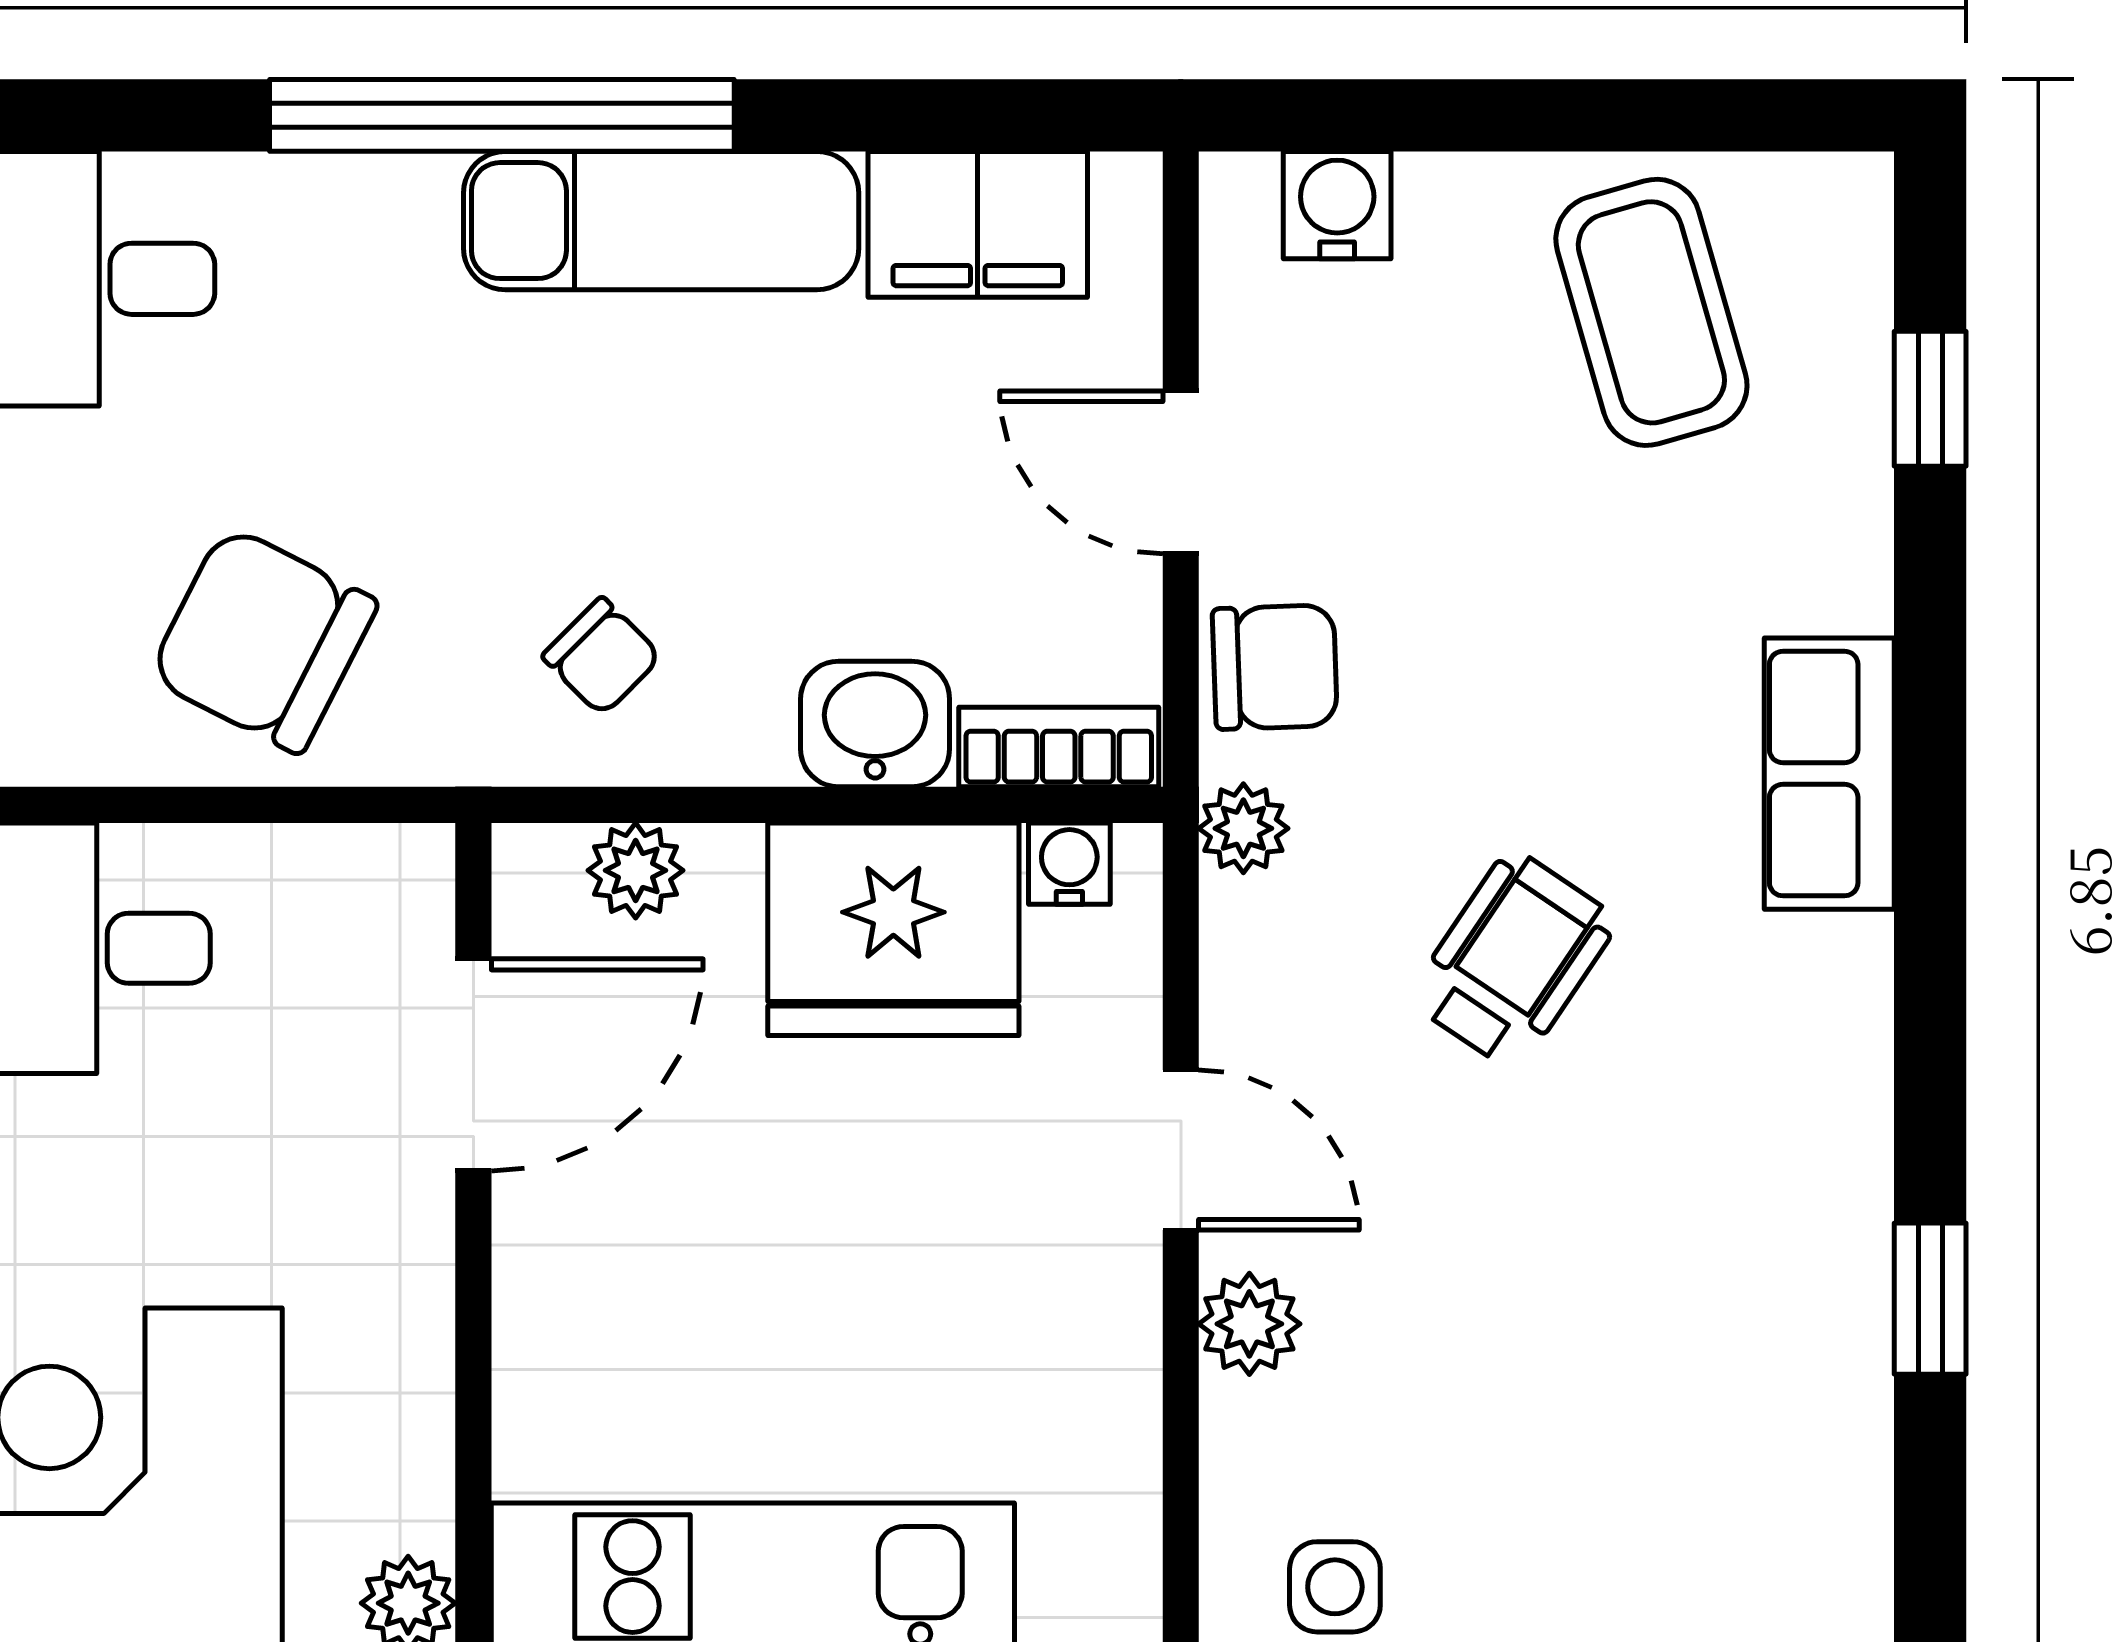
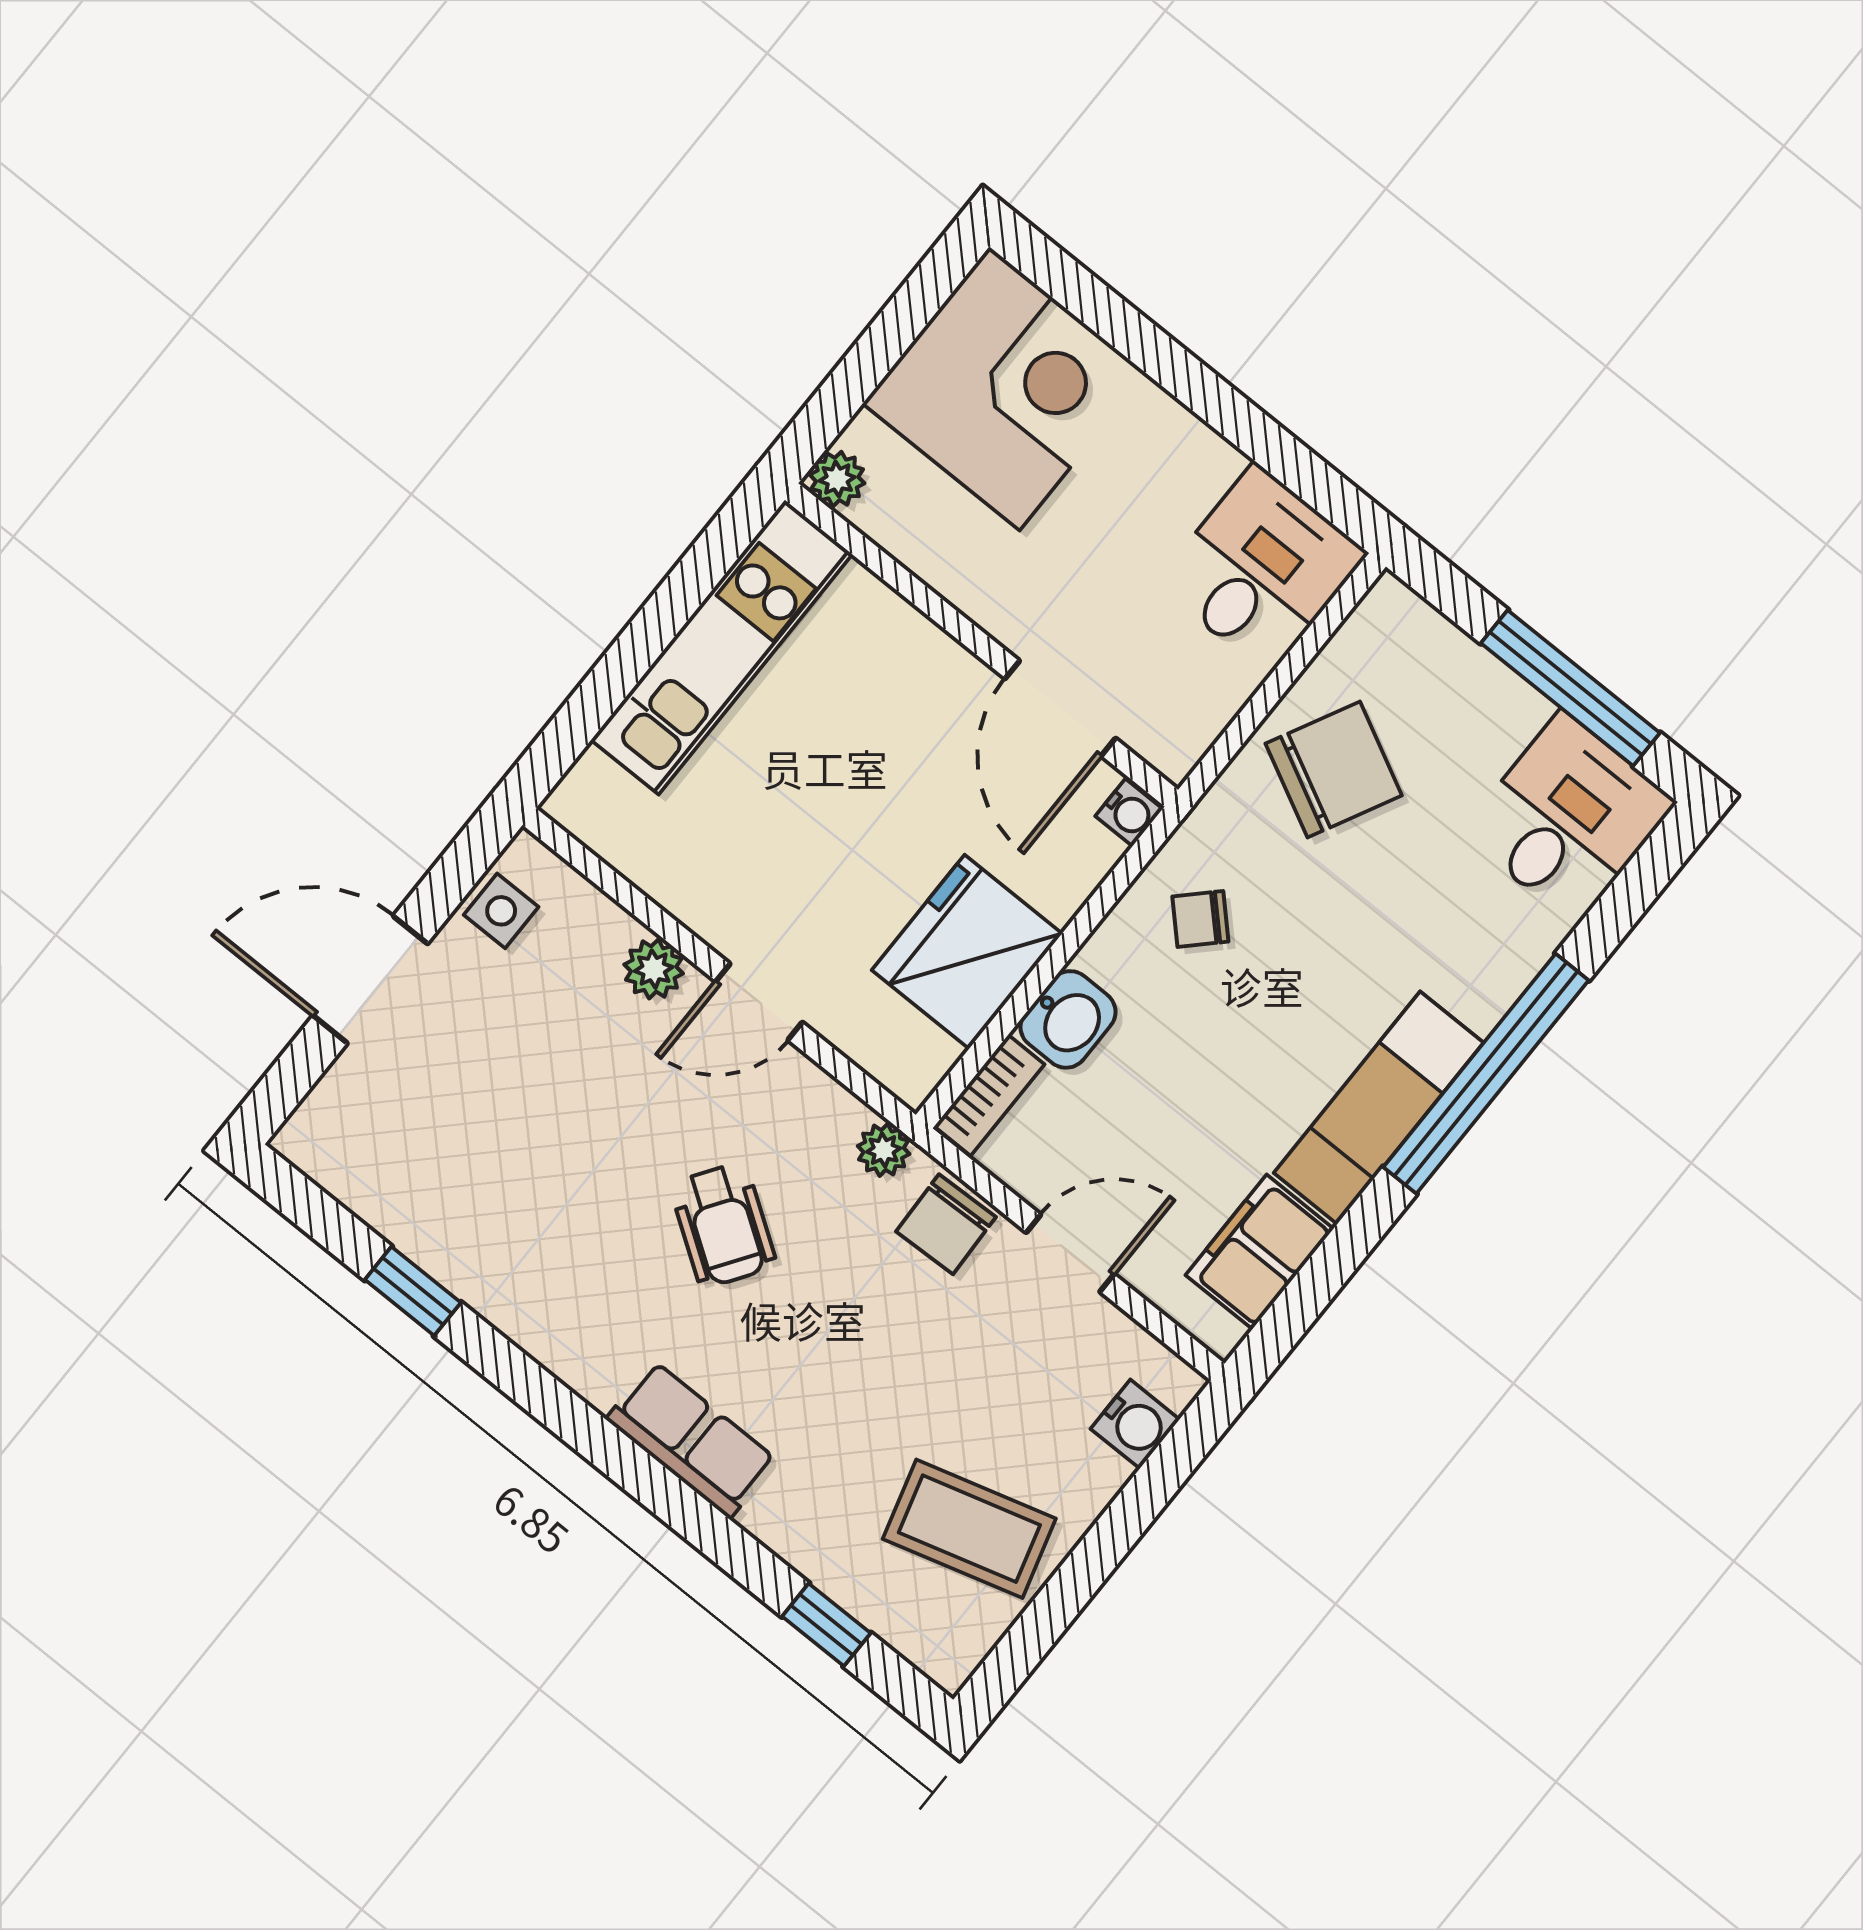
water cooler: (1069, 864) -> (1129, 813), moved
plant: (636, 870) -> (1090, 855), removed

